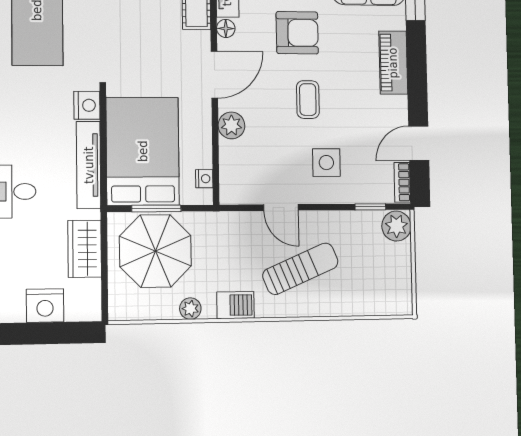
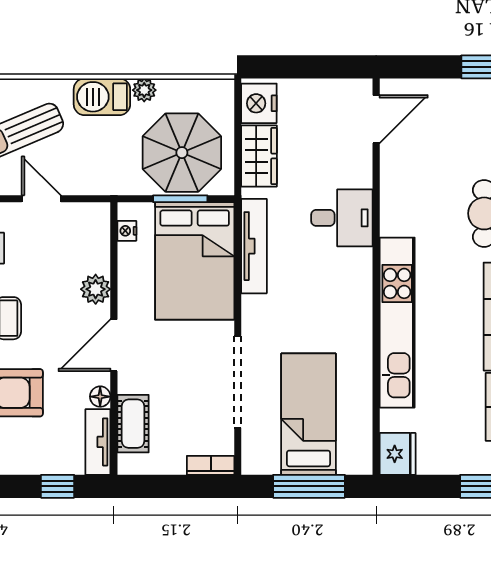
nightstand: (87, 105) -> (255, 311), removed
barbecue: (235, 305) -> (102, 97), width x1.38, depth x1.27
nightstand: (45, 306) -> (259, 103), moved, turned -90

